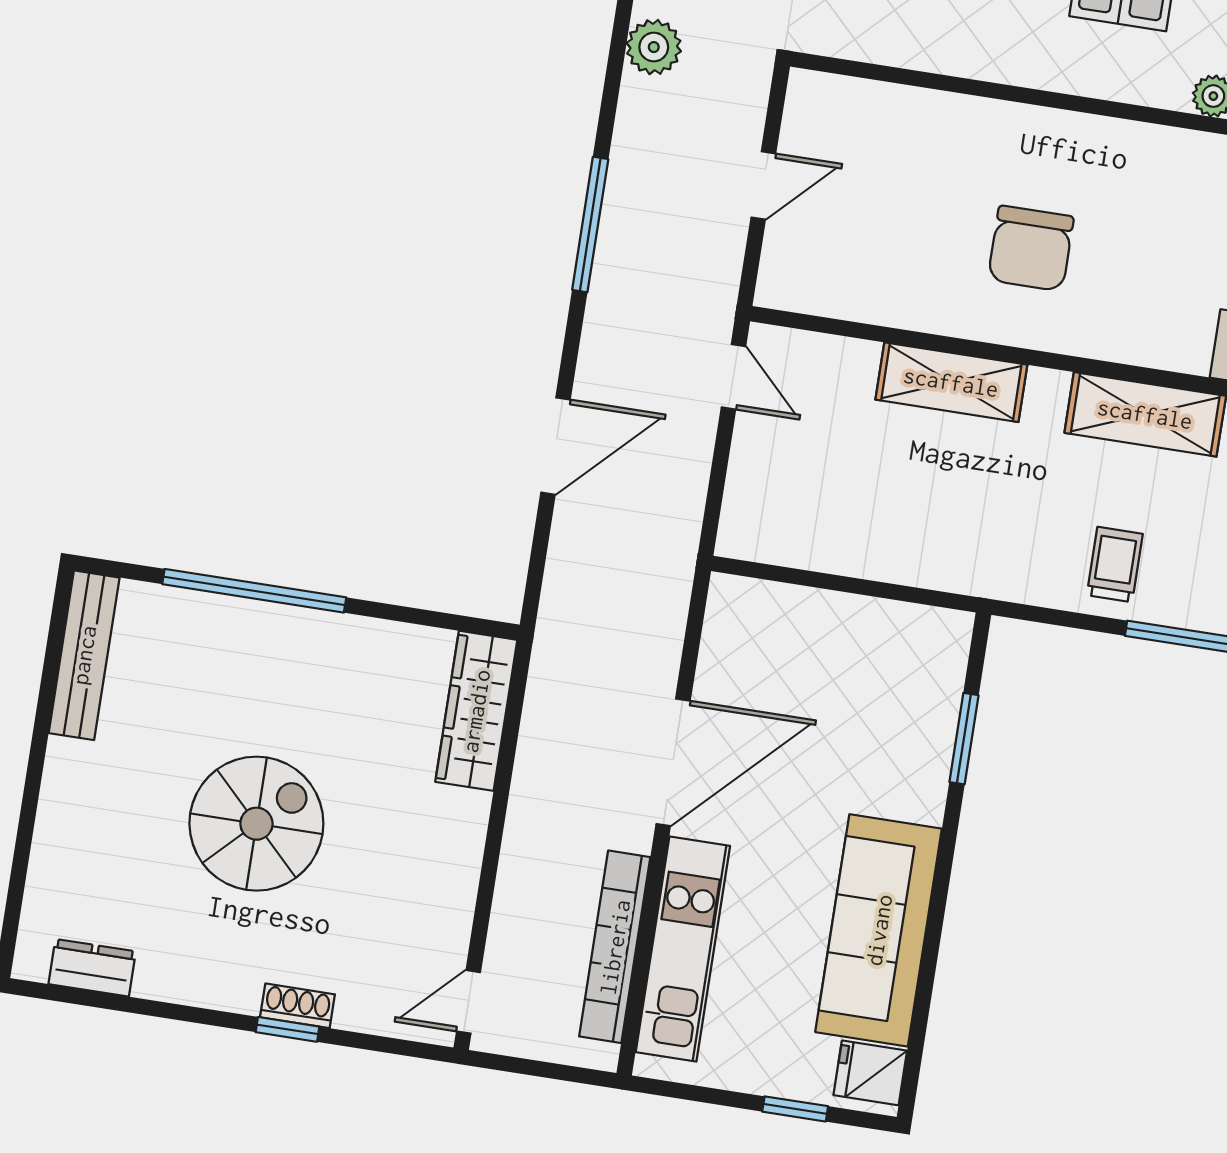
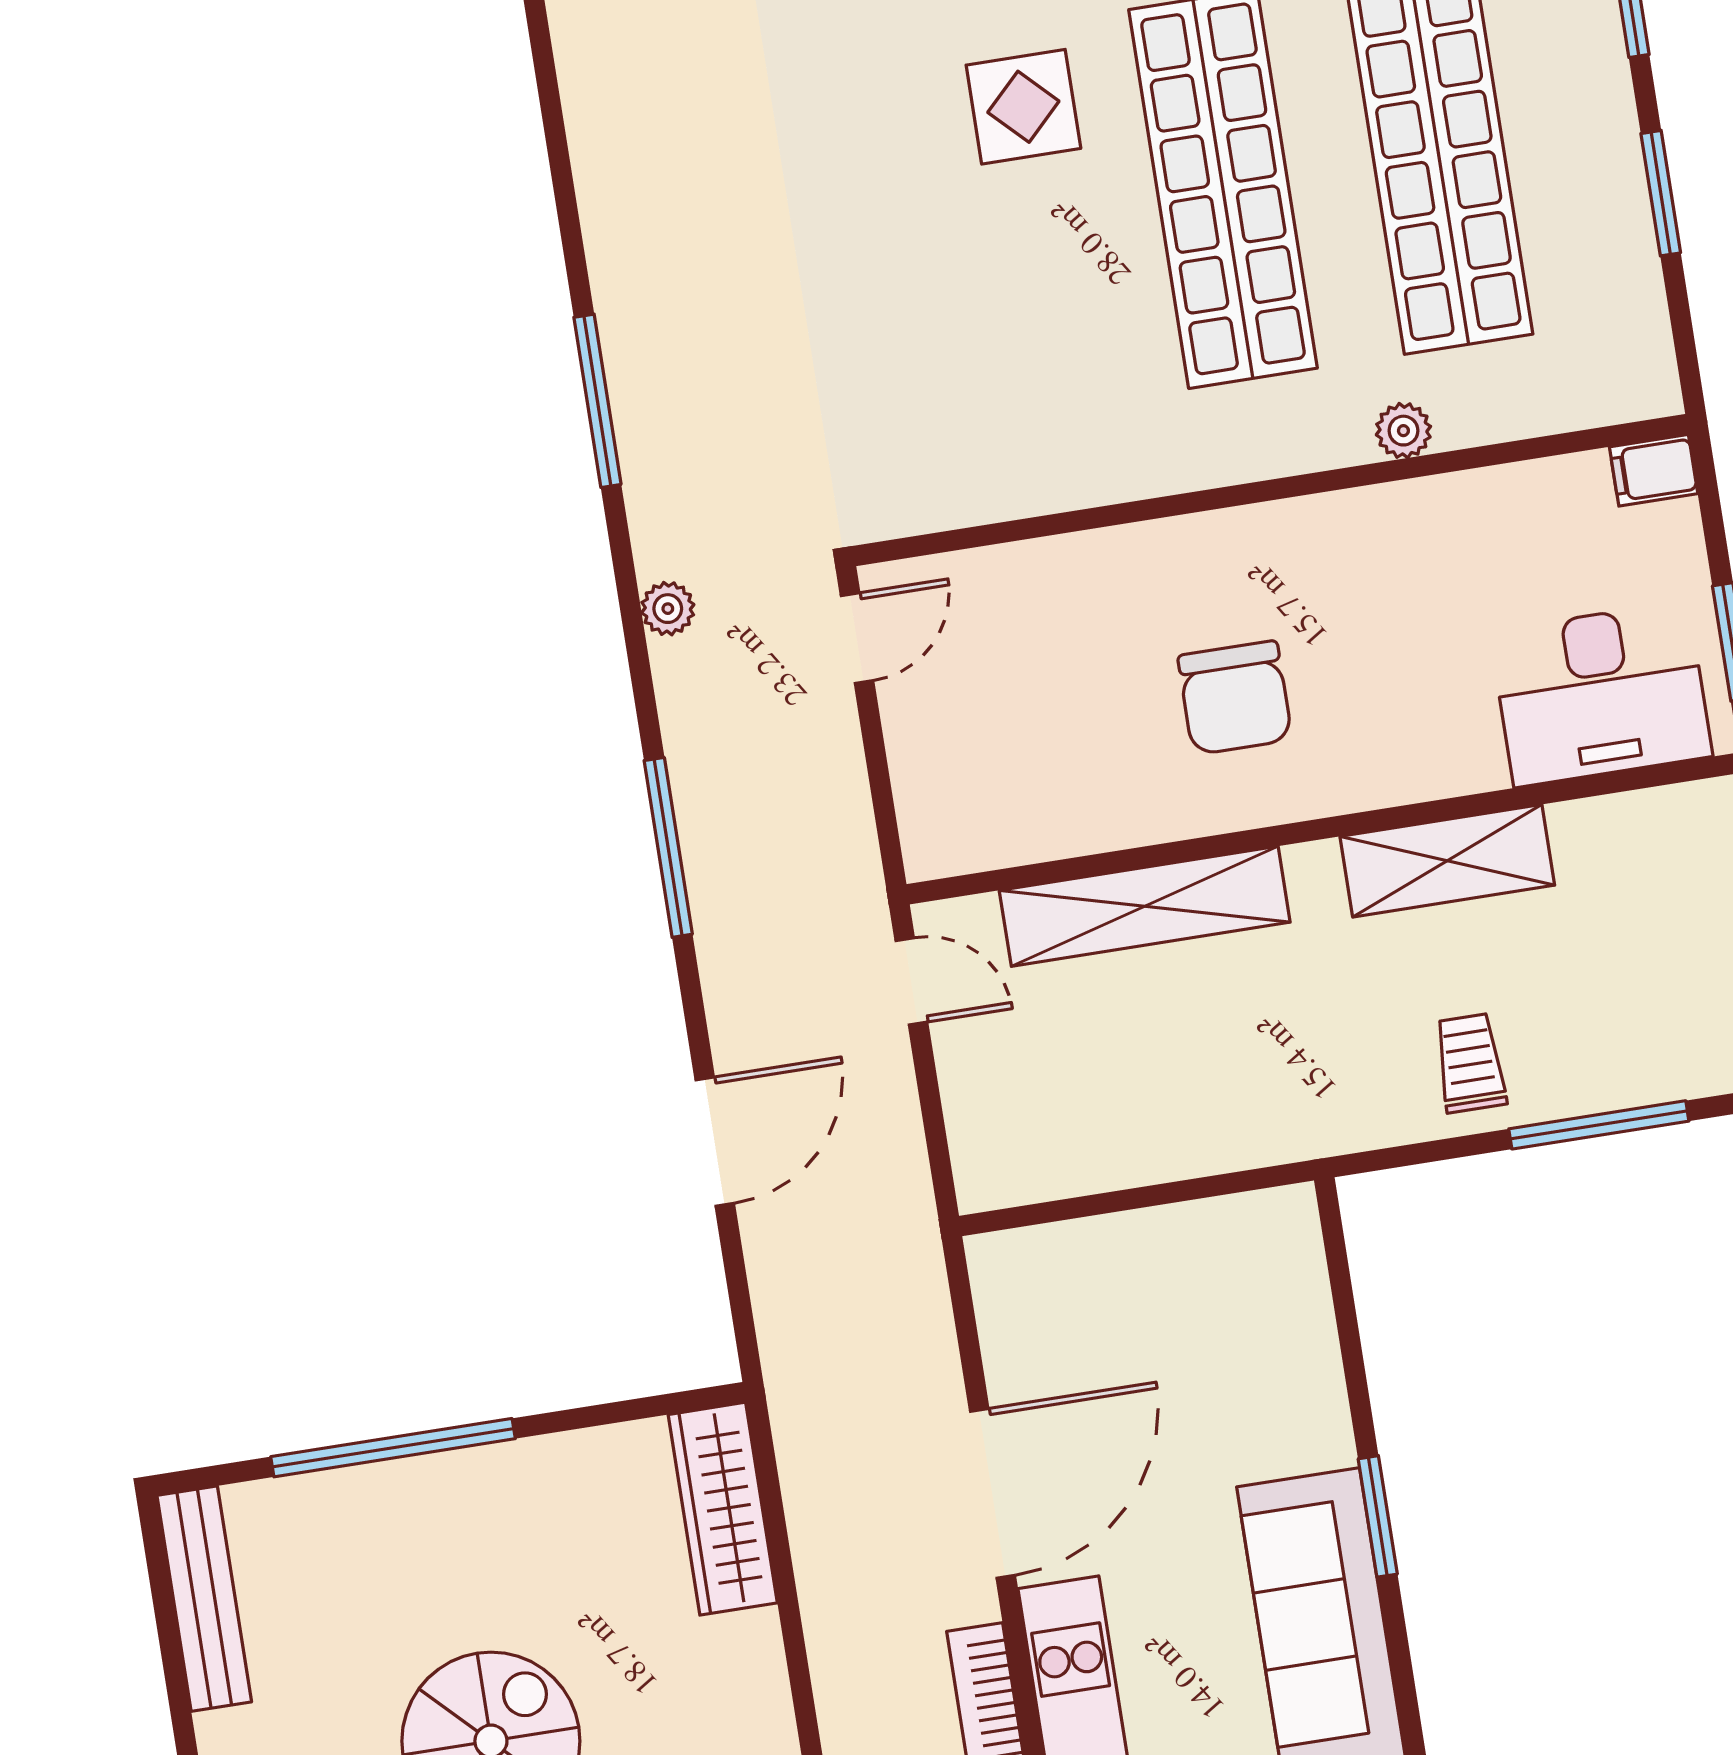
plant: (654, 47) -> (668, 609), width x0.73, depth x0.73
door: (763, 185) -> (857, 638), moved
shelving: (951, 382) -> (1145, 906), width x1.47
window: (964, 739) -> (1378, 1516), moved

